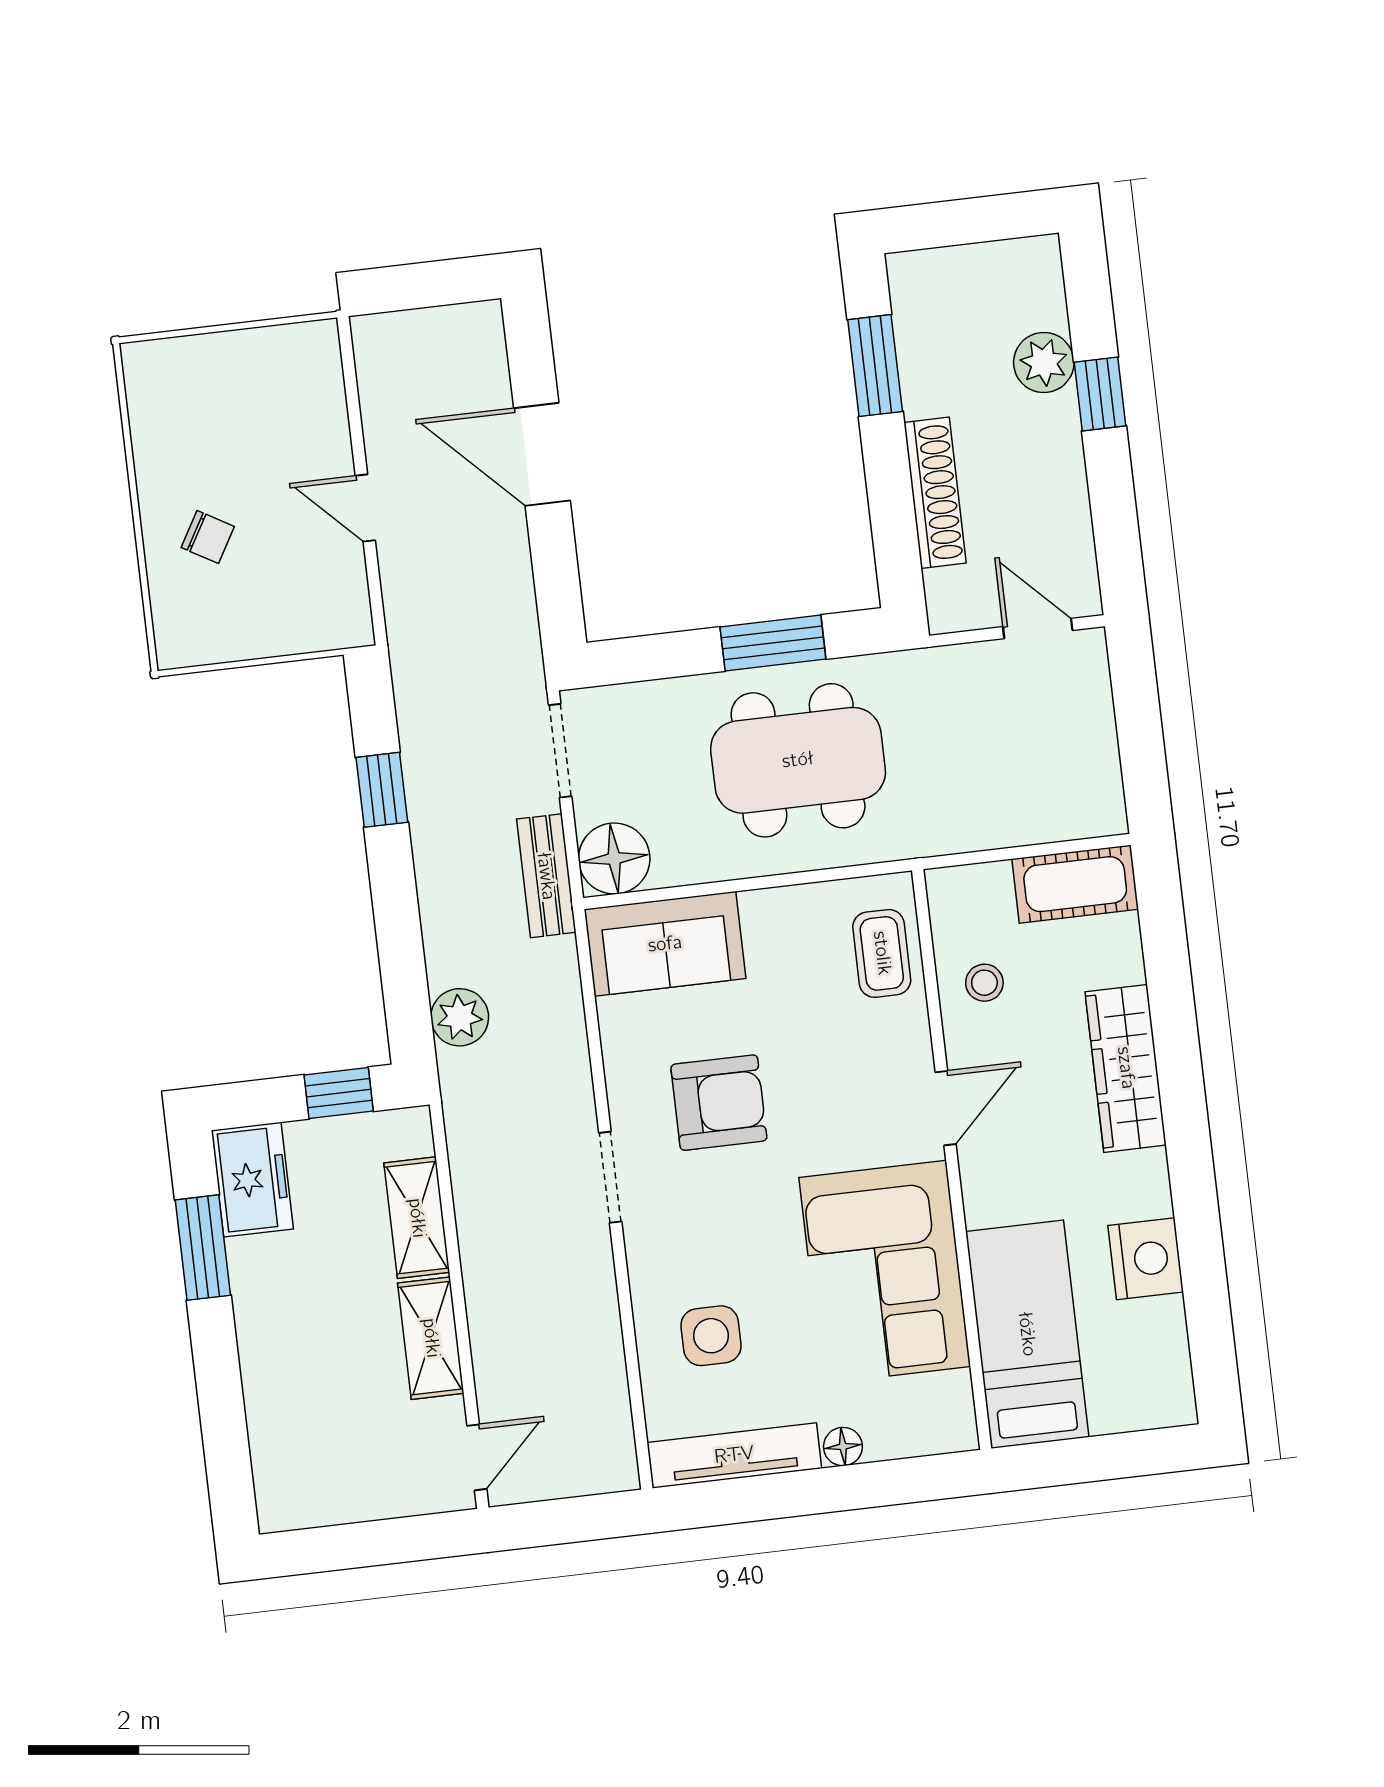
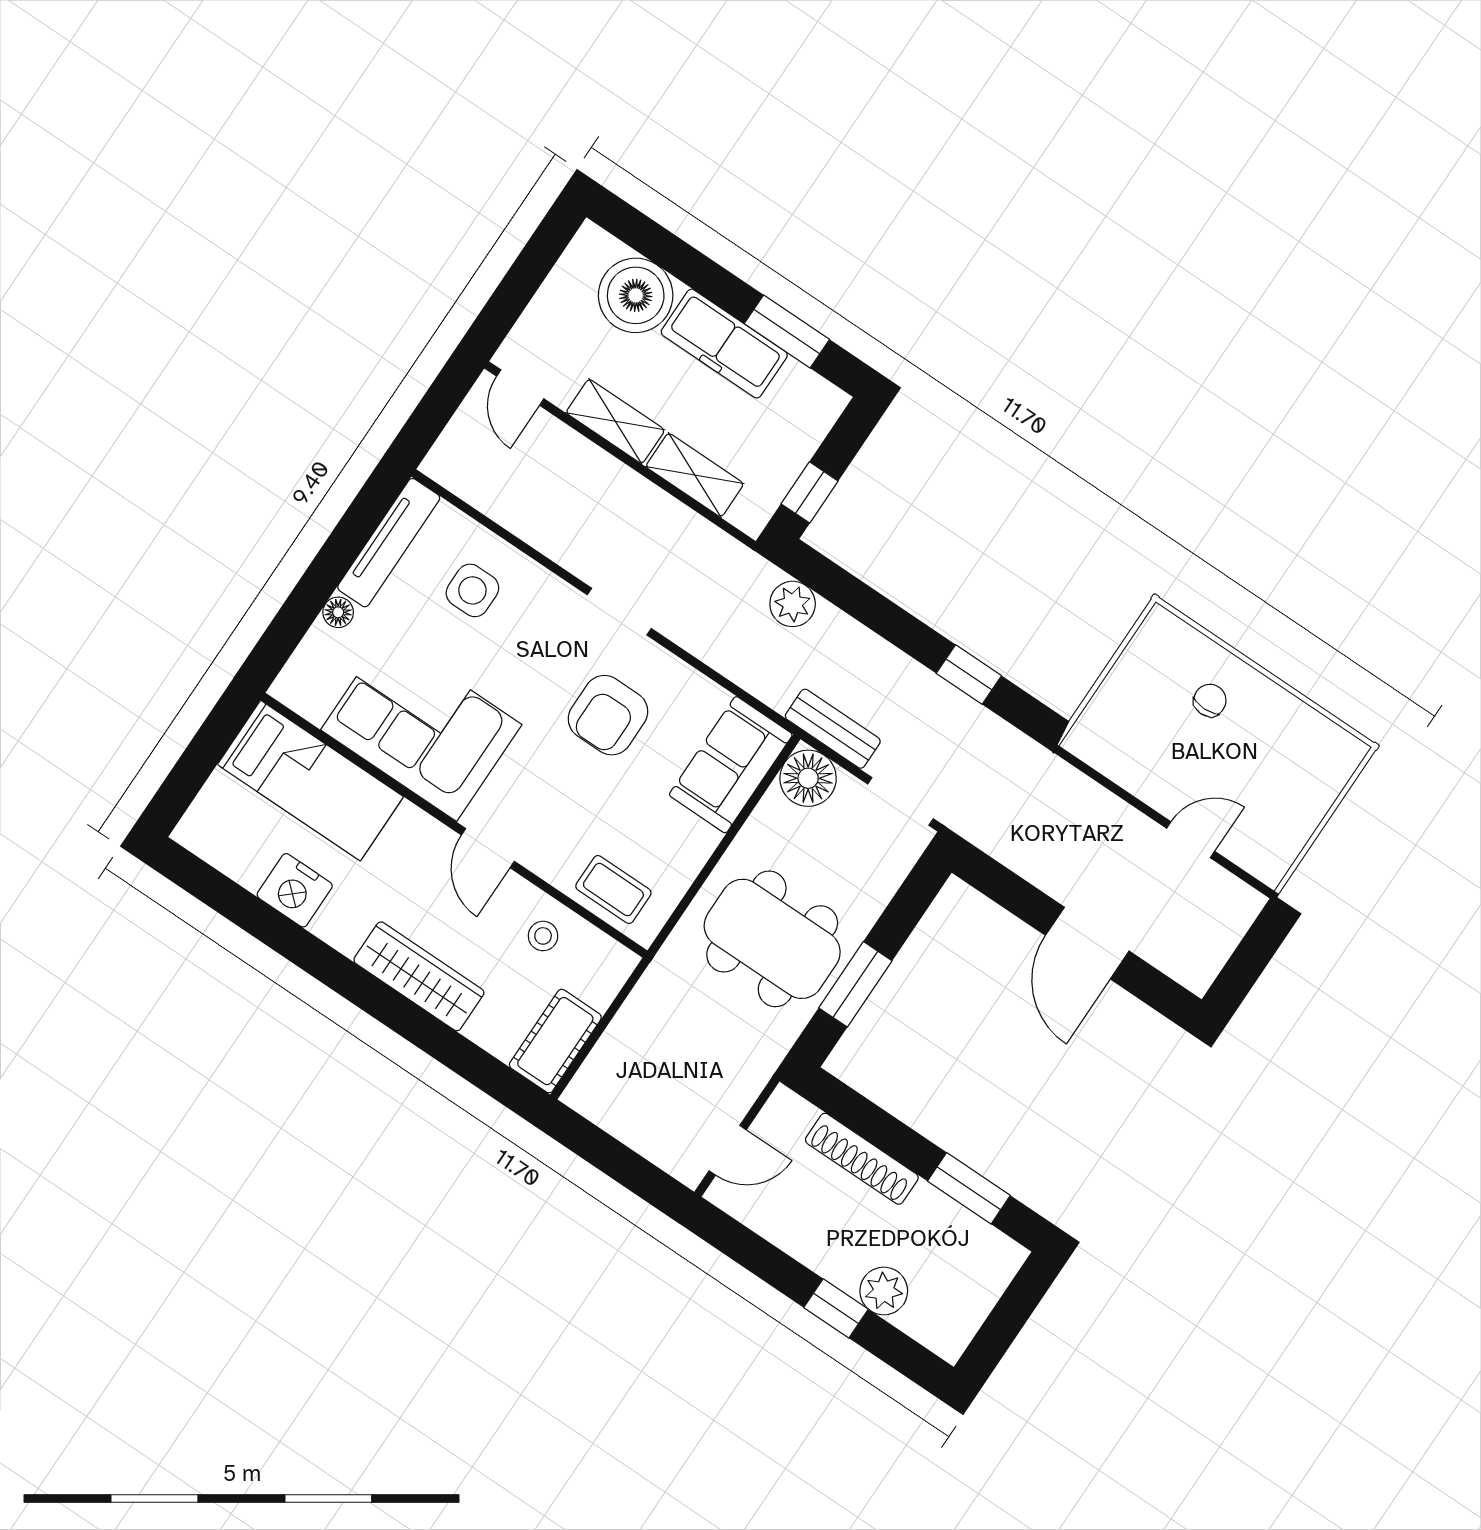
door: (542, 454) -> (1087, 943), swing flipped
door: (365, 508) -> (1191, 840), moved
chair: (208, 537) -> (1210, 700), turned 150
dining table: (798, 760) -> (772, 939), turned 90
freezer: (252, 1180) -> (724, 344), moved, width x1.40
boiler: (293, 1423) -> (636, 295), added

